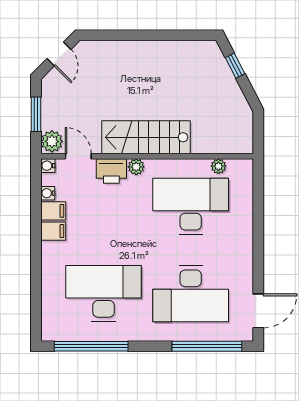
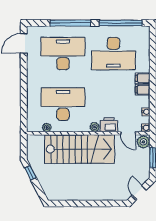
window: (235, 66) -> (30, 173), moved
stairs: (146, 137) -> (80, 149), width x1.36, depth x1.51
desk: (191, 206) -> (63, 104), turned 180
filing cabinet: (53, 211) -> (143, 78), moved
window: (207, 346) -> (70, 23), moved

